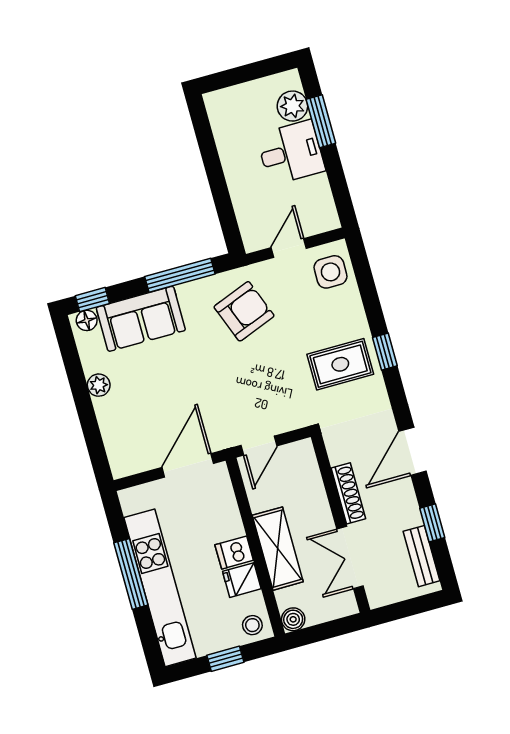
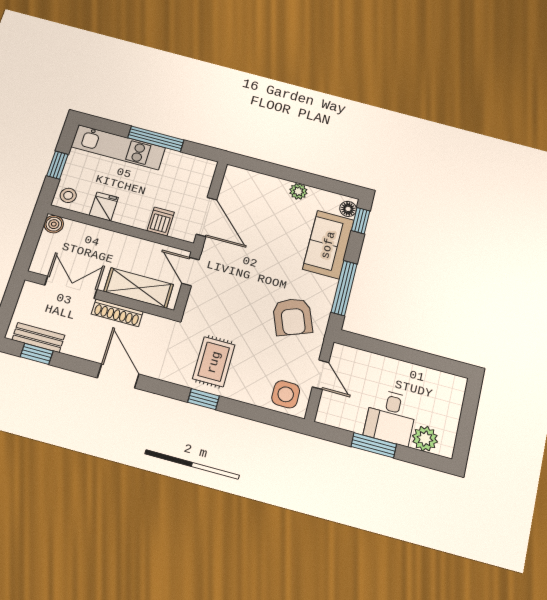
window: (321, 121) -> (374, 445), moved
window: (432, 523) -> (37, 354), moved
shelving: (278, 549) -> (139, 288), moved
dishwasher: (234, 553) -> (161, 222), moved
kitchen unit: (160, 588) -> (118, 147), width x0.73

